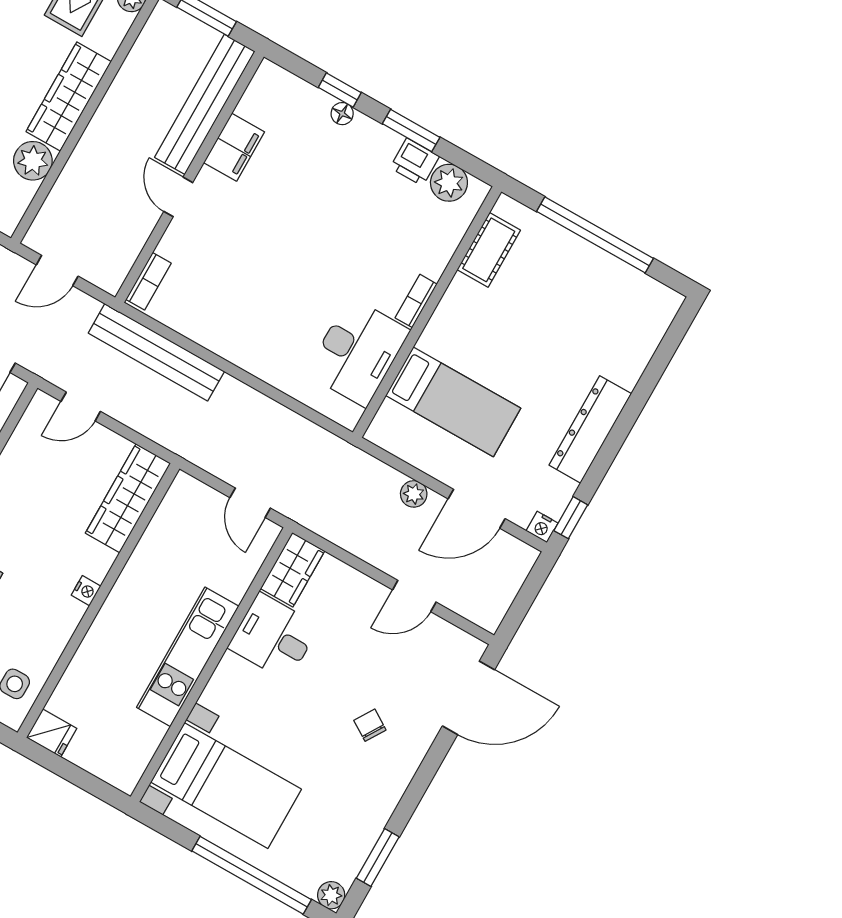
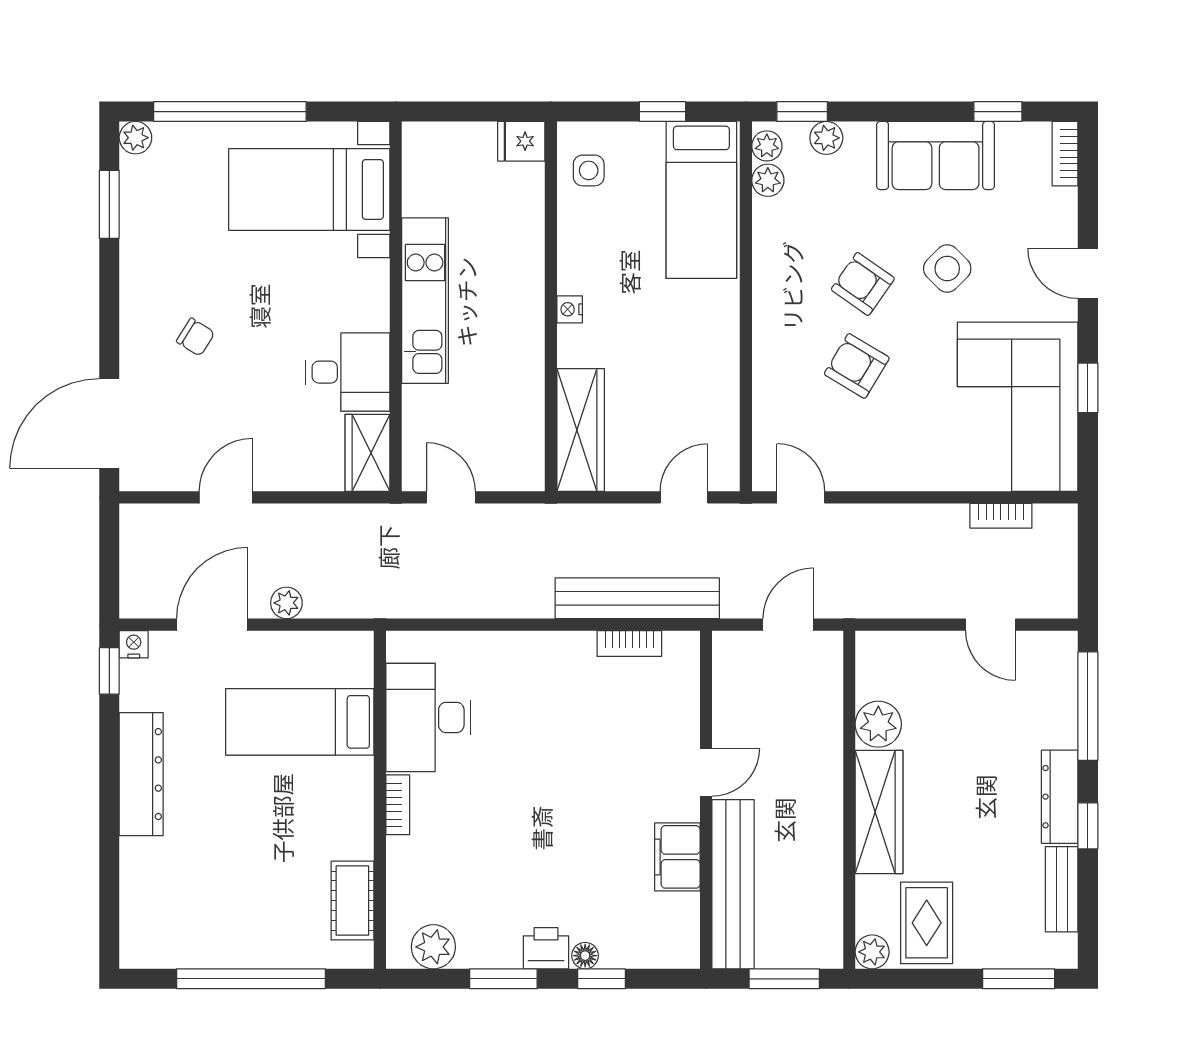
printer: (415, 162) -> (546, 948), moved
door: (178, 197) -> (706, 772), hinge flipped
bookcase: (148, 281) -> (629, 644), moved, turned -90

